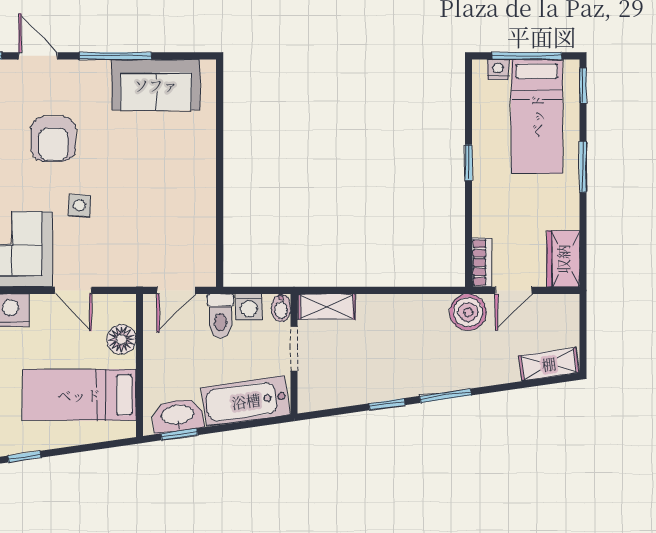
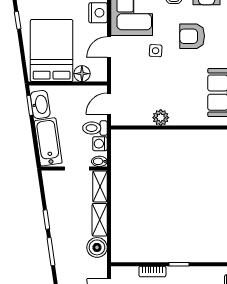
plant: (201, 196) -> (161, 118), added
bookcase: (482, 263) -> (152, 272), moved
door: (176, 290) -> (109, 104), hinge flipped
shelving: (387, 307) -> (100, 220), added
boiler: (468, 312) -> (97, 247), moved
bed: (79, 395) -> (52, 51), width x1.50

